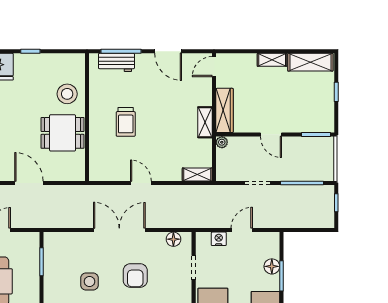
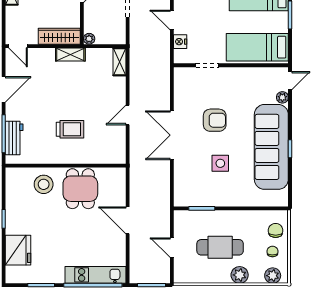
door: (29, 183) -> (128, 220), hinge flipped
floor lamp: (173, 239) -> (180, 84), removed

